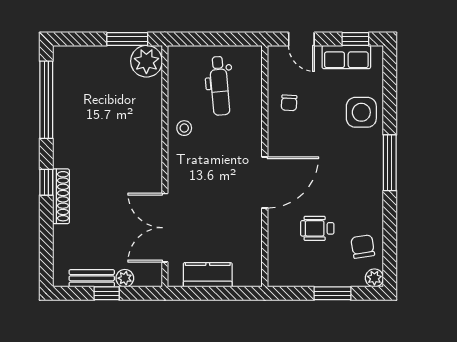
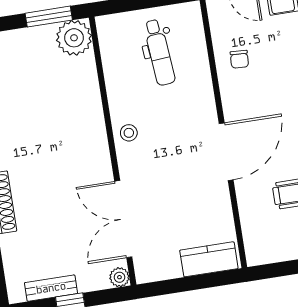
stool: (184, 128) -> (129, 133), moved
kitchen counter: (208, 275) -> (209, 259), moved
plant: (125, 278) -> (119, 277), moved

